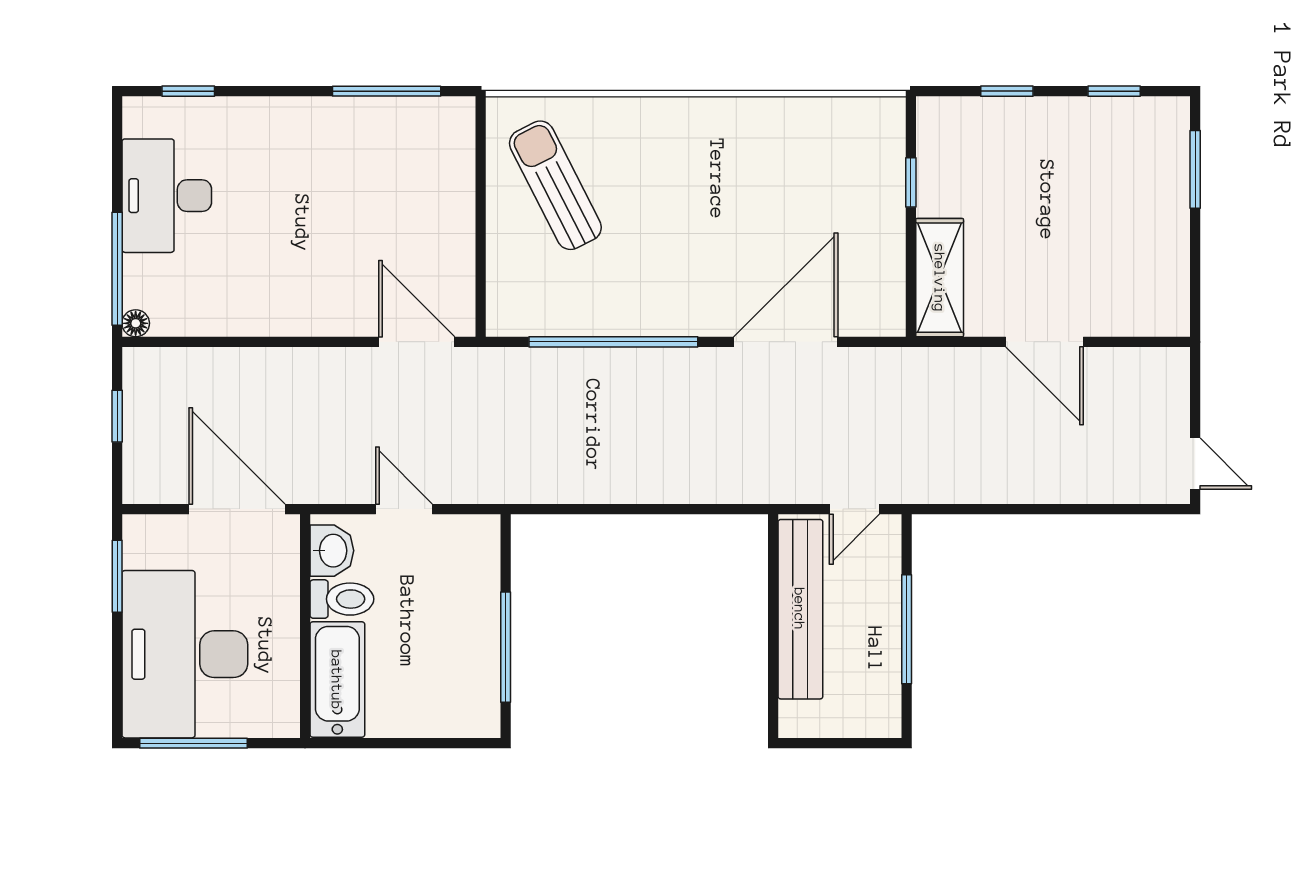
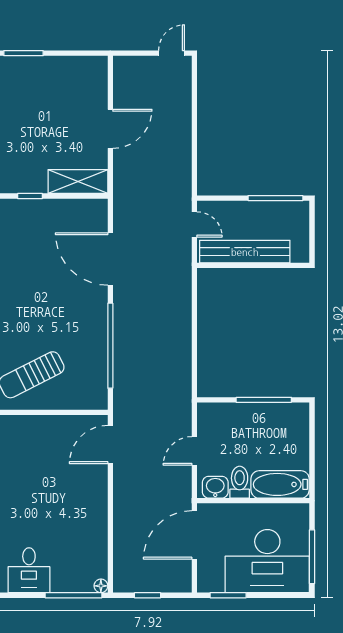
desk: (167, 196) -> (29, 570), width x0.73
window: (907, 629) -> (275, 198), moved

